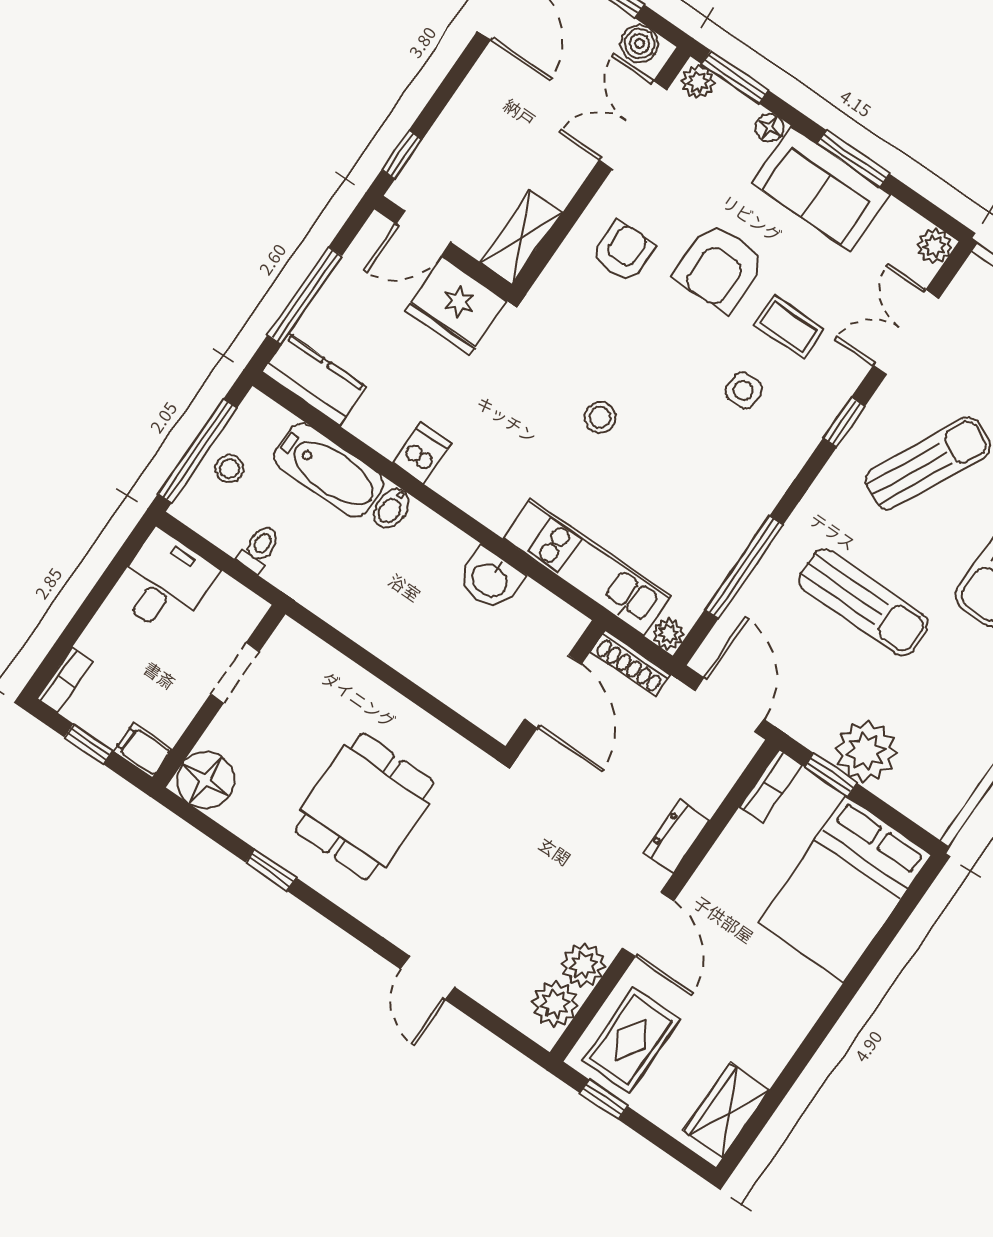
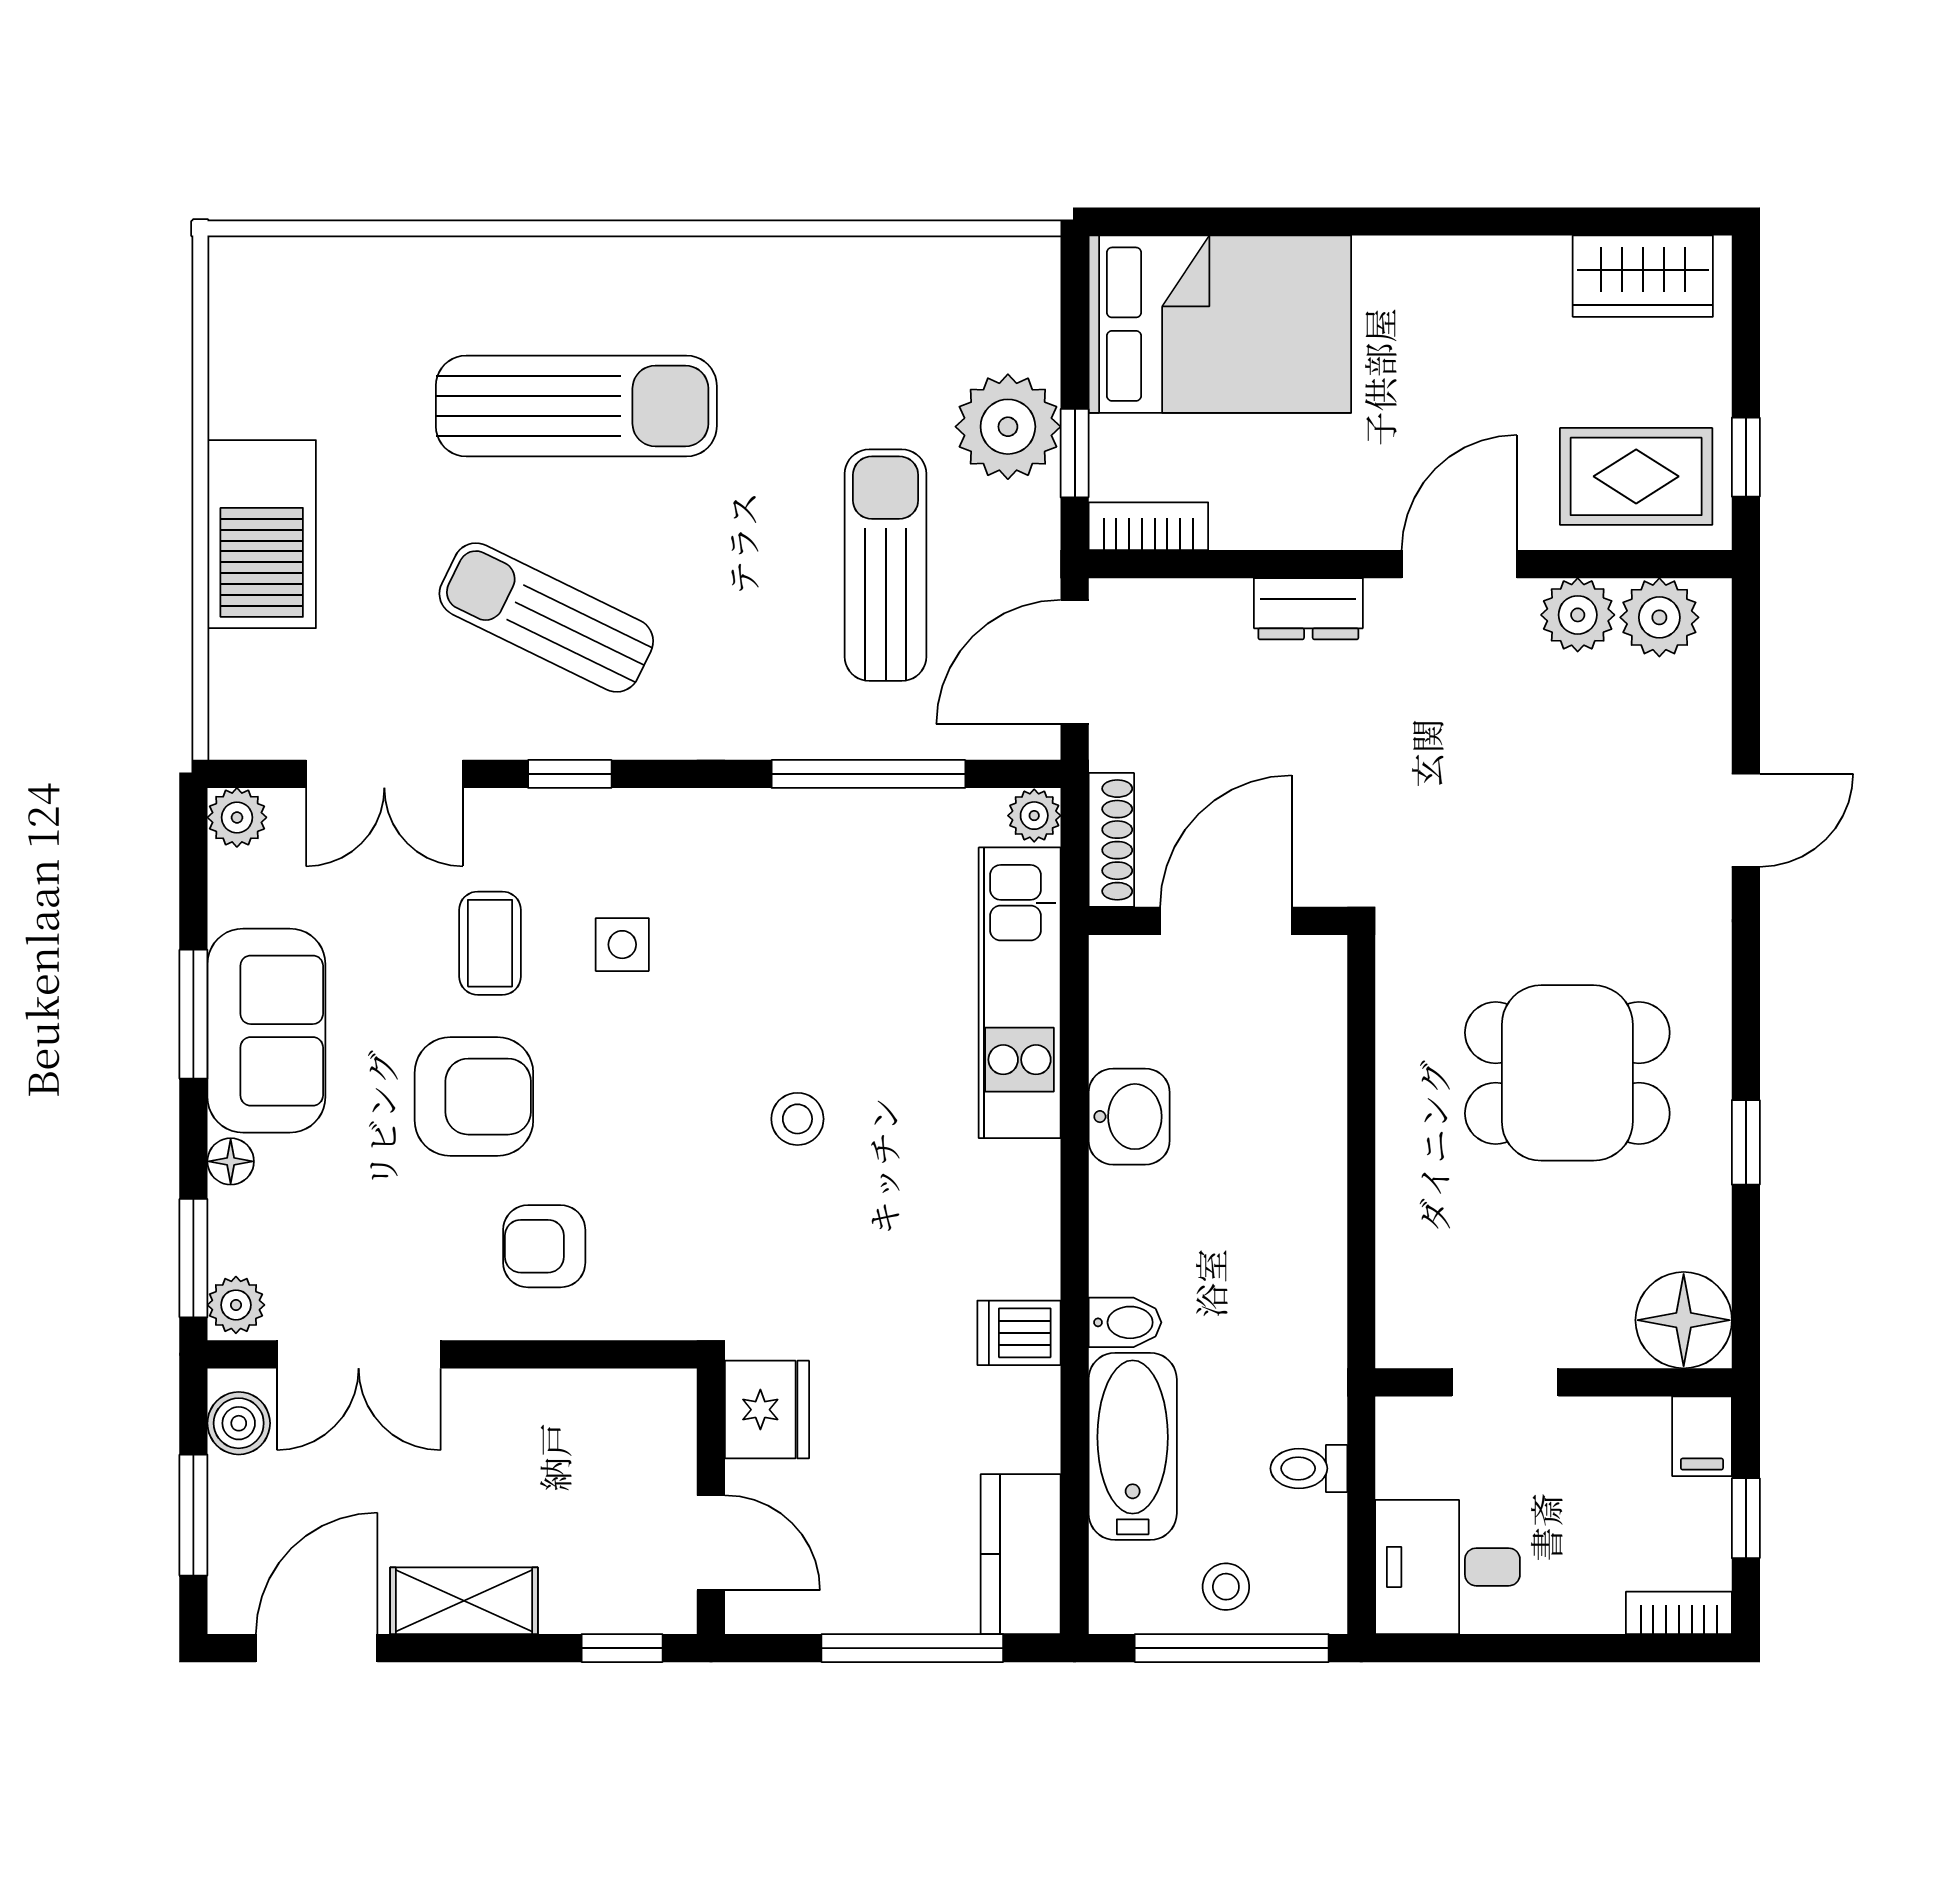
shelving: (521, 238) -> (464, 1601), moved
fridge: (456, 306) -> (767, 1410), width x0.73, depth x0.75
sun lounger: (863, 602) -> (886, 565), moved

